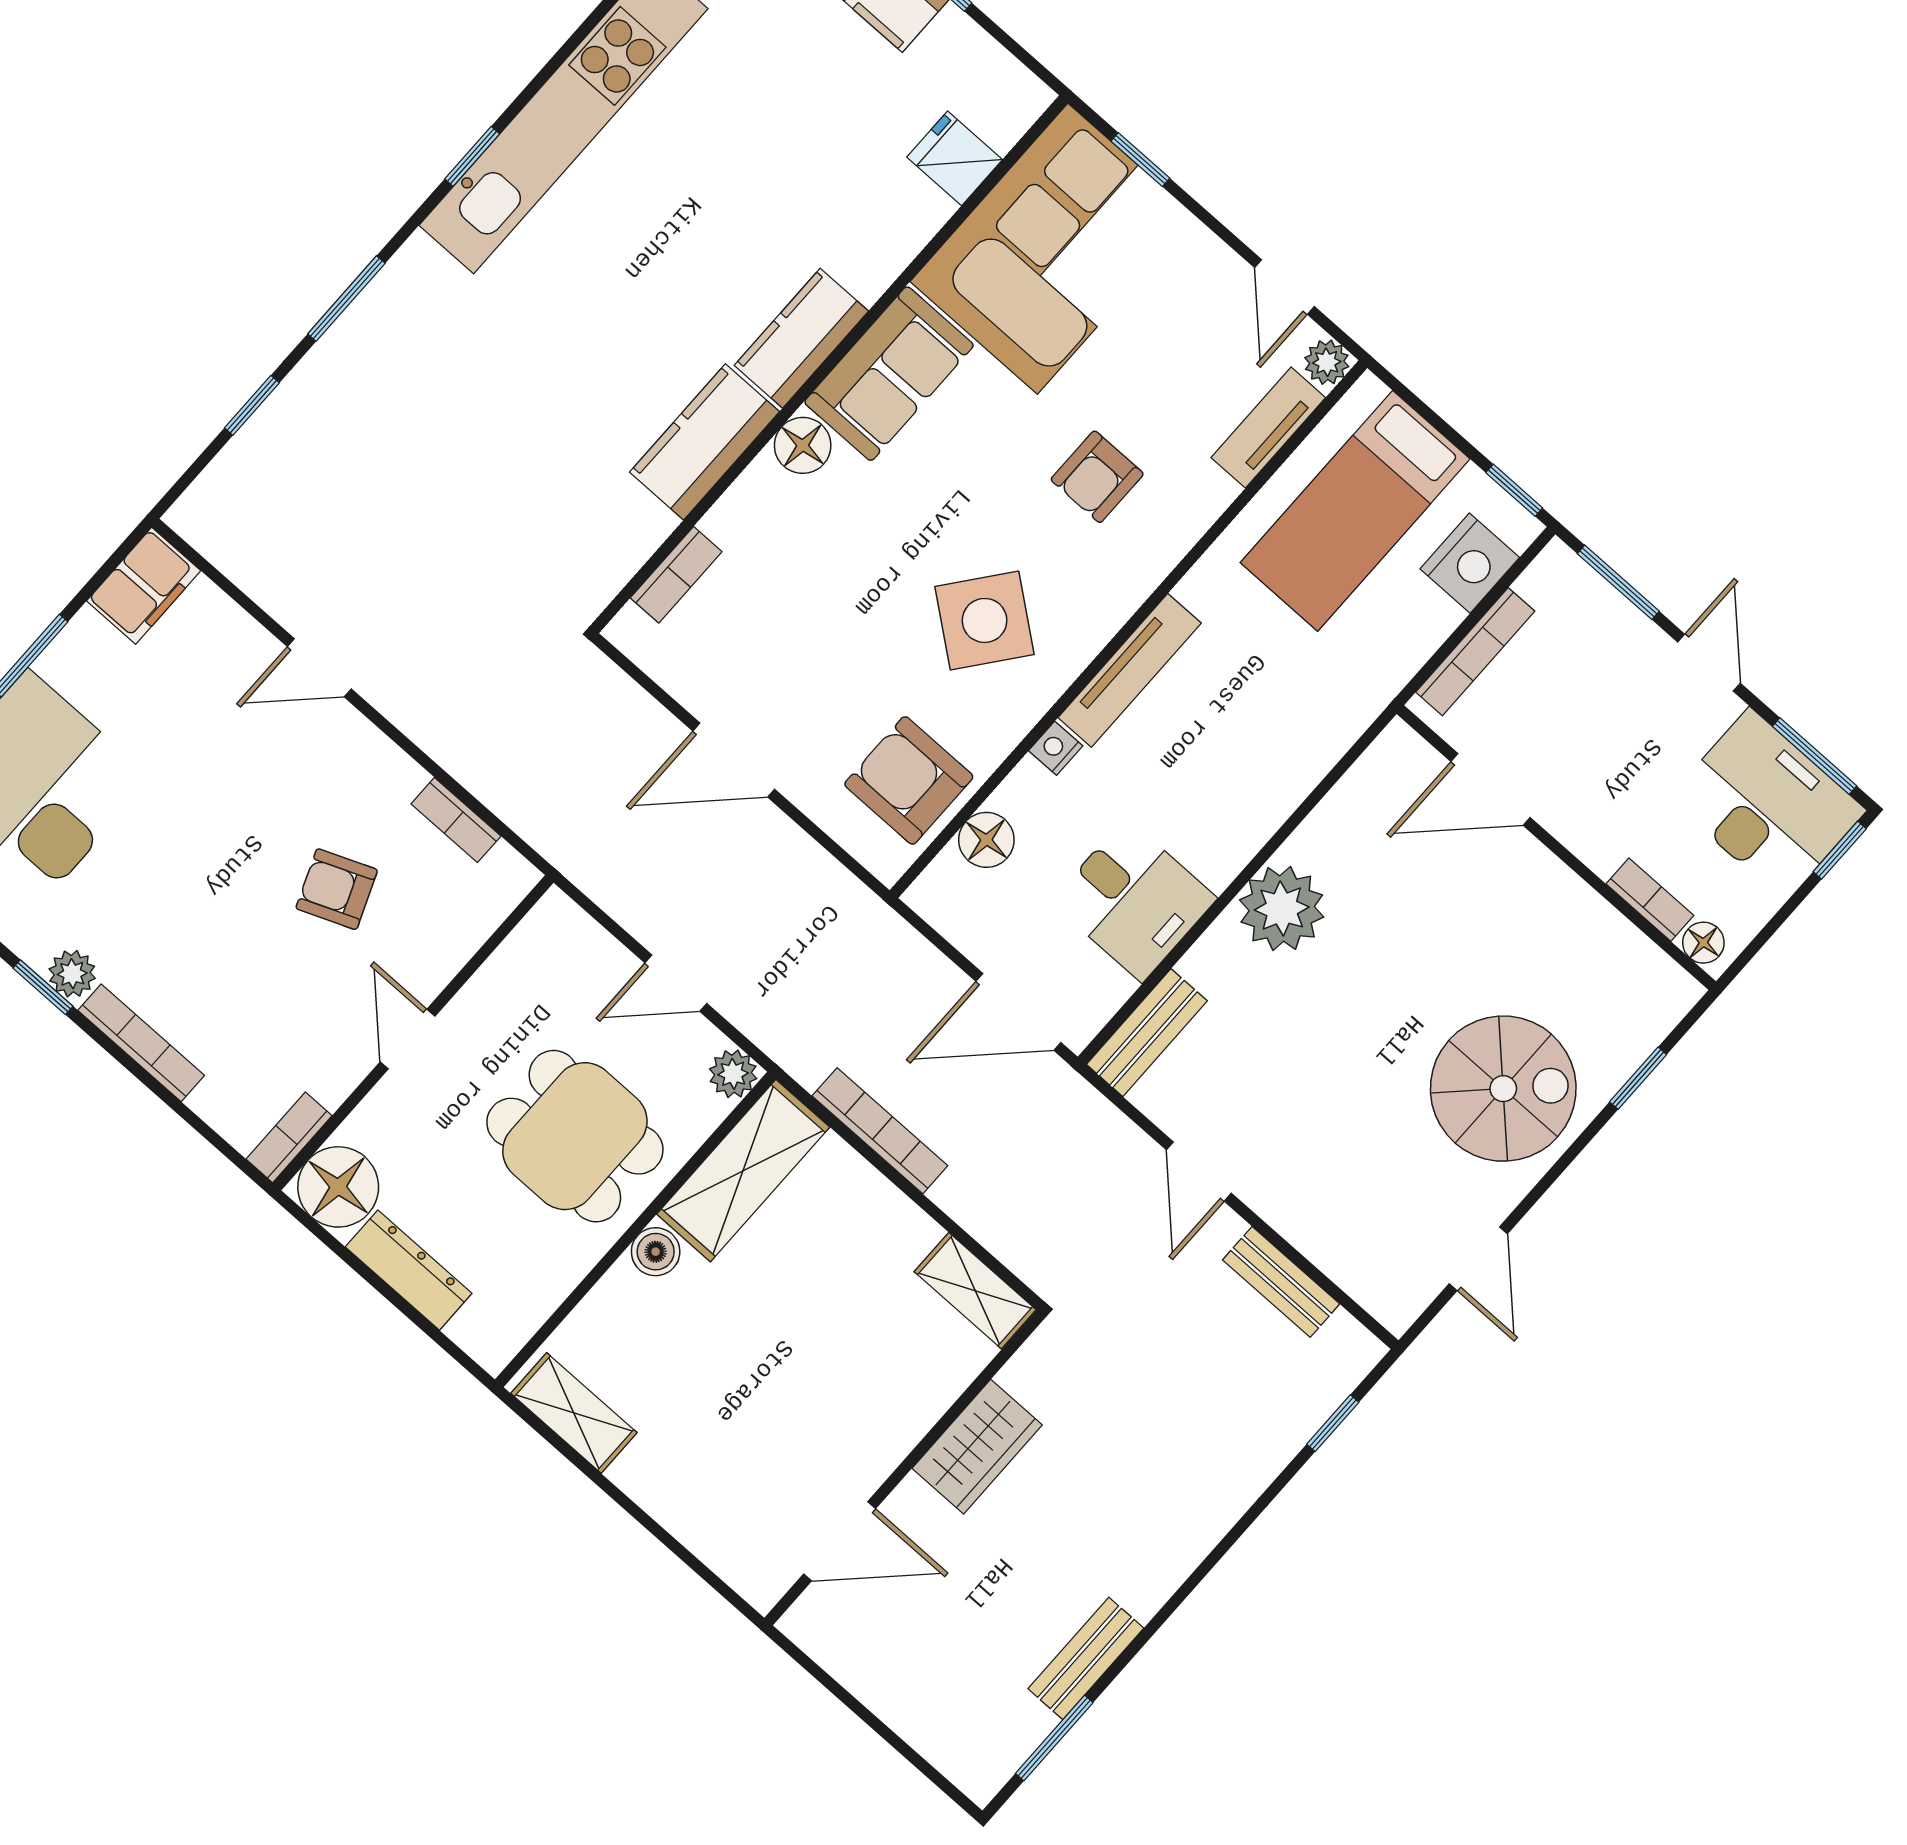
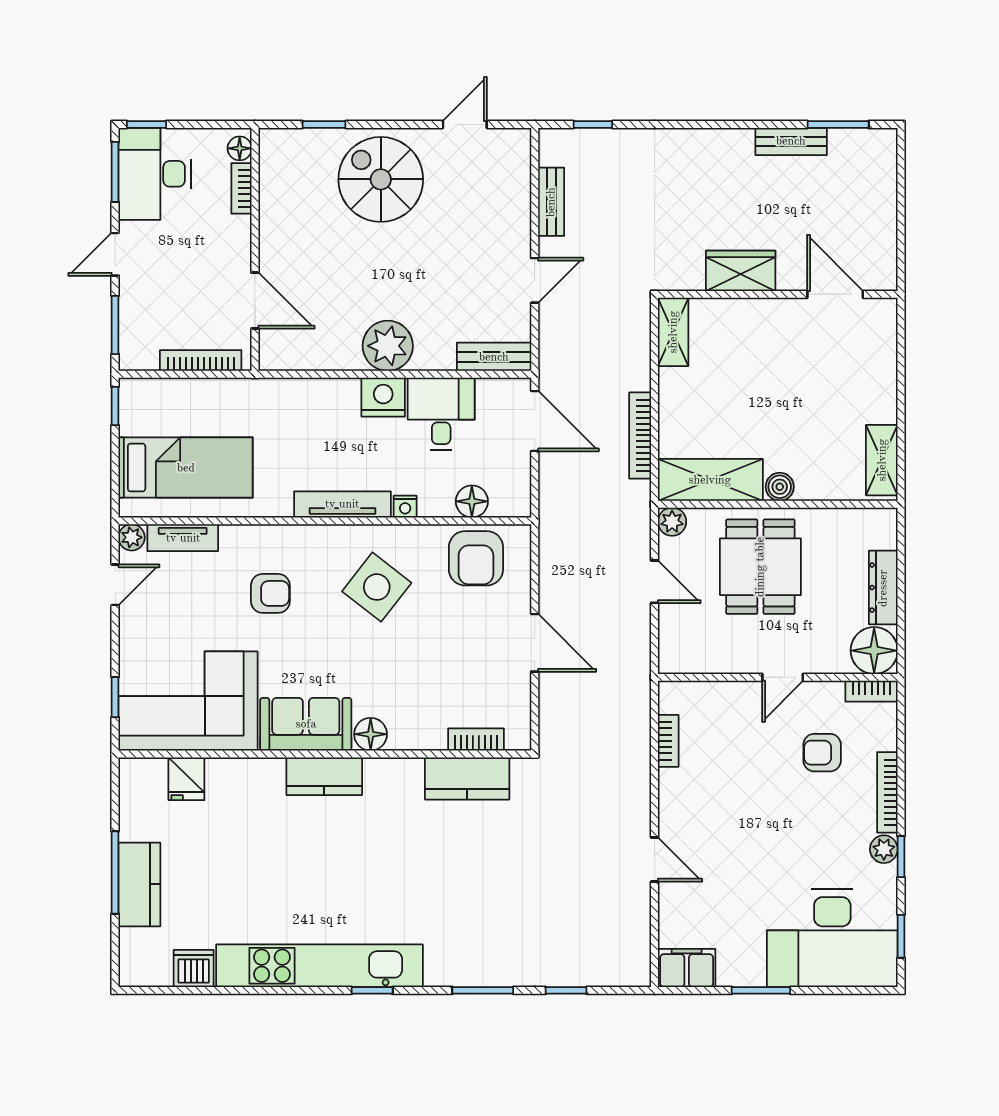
kitchen counter: (705, 442) -> (467, 778), moved
nightstand: (1470, 563) -> (383, 397), moved
armchair: (337, 889) -> (822, 753), moved, turned 112

